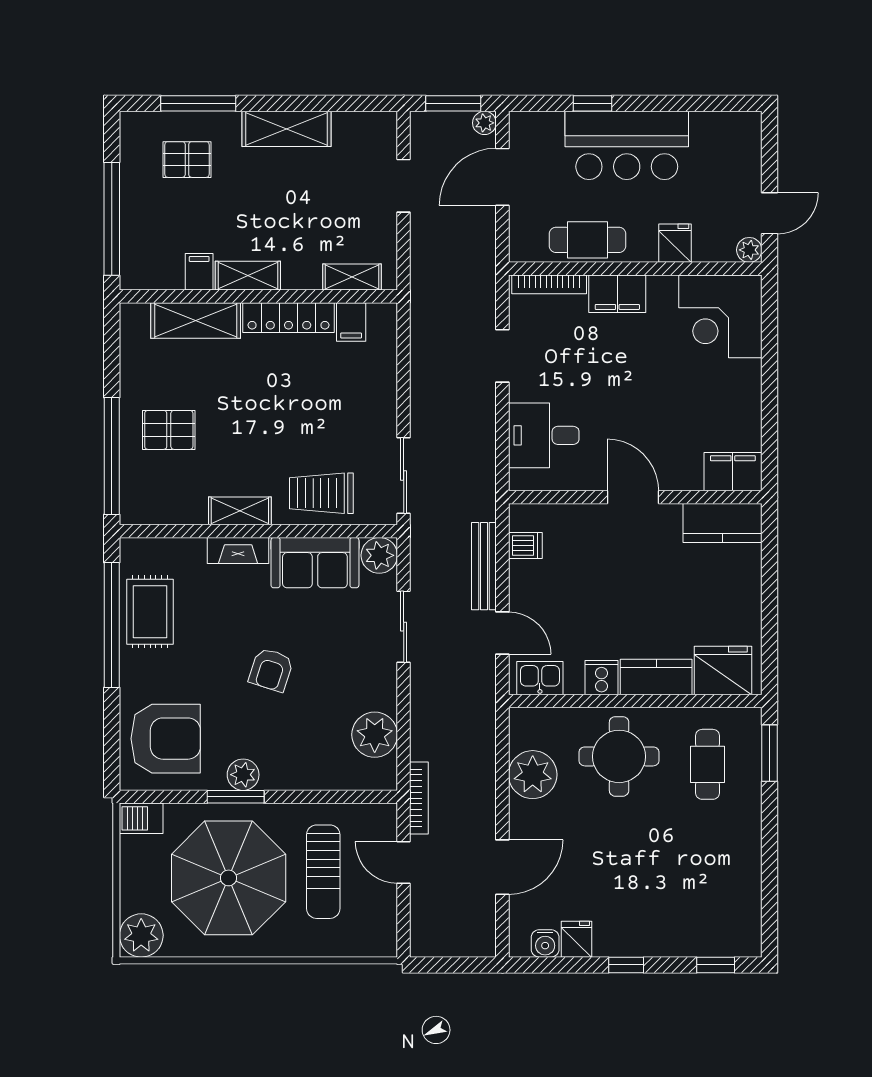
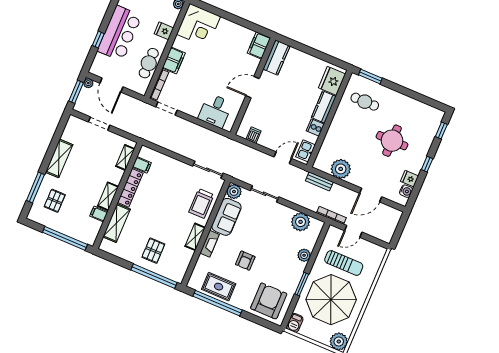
doorway: (502, 356) -> (167, 108), moved
bench: (484, 566) -> (319, 181), moved, width x0.73
armchair: (271, 670) -> (245, 261), moved, turned 72
round table: (619, 756) -> (392, 141), moved
plant: (243, 775) -> (304, 255), moved
door: (502, 867) -> (371, 195), swing flipped

